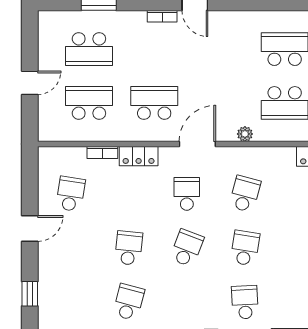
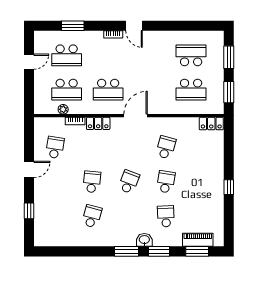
door: (30, 83) -> (29, 62), moved
school desk: (89, 103) -> (67, 90), turned 180
school desk: (154, 103) -> (108, 90), turned 180
plant: (245, 134) -> (63, 109), moved
school desk: (187, 194) -> (129, 147), removed

